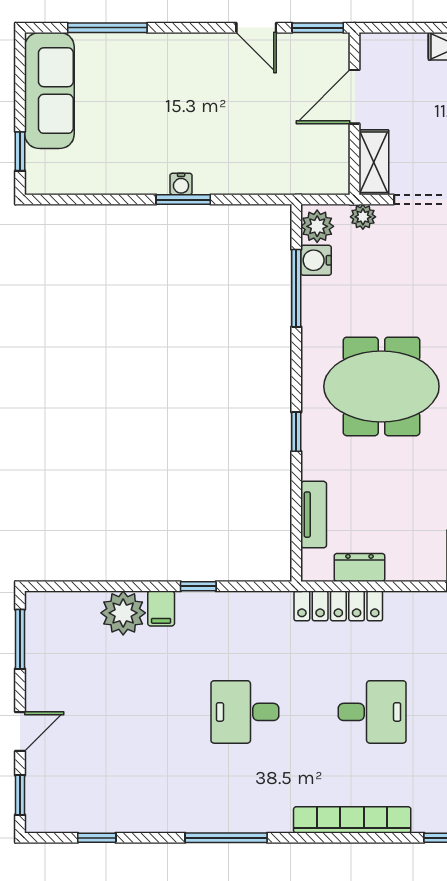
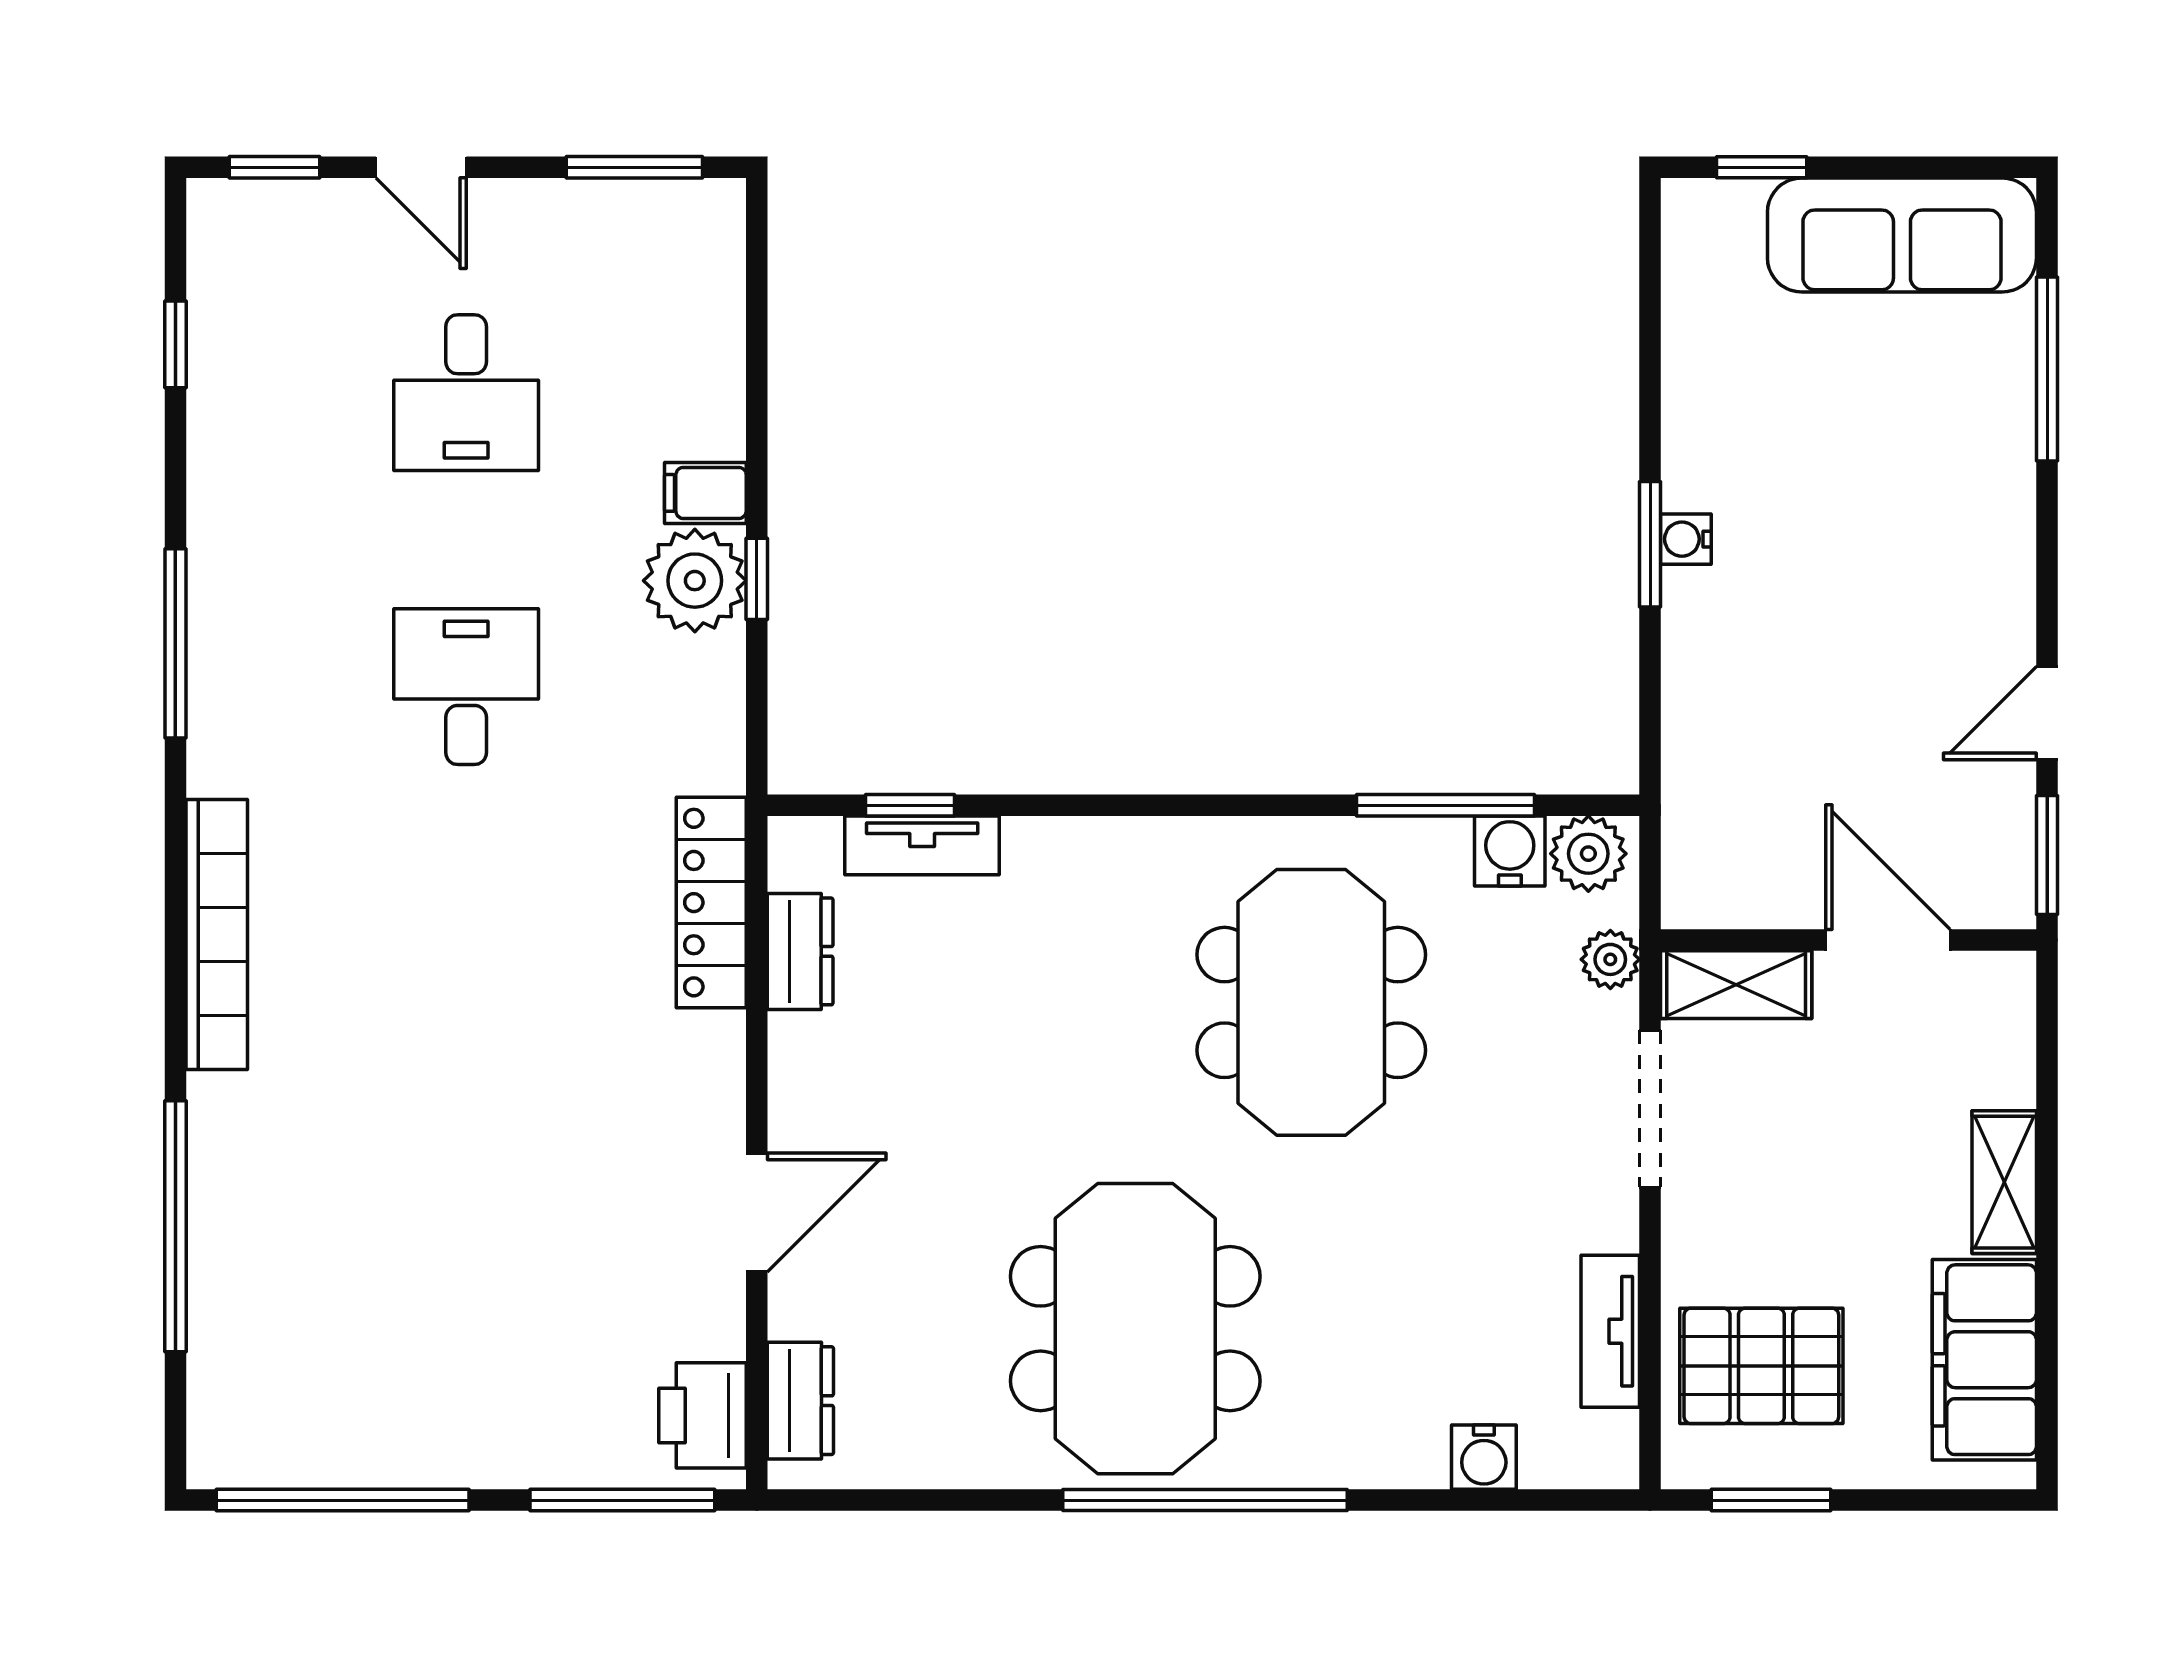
meeting table: (381, 386) -> (1311, 1002), moved
window: (296, 432) -> (910, 805), moved
plant: (123, 613) -> (695, 581), moved
desk: (372, 712) -> (466, 393), moved

